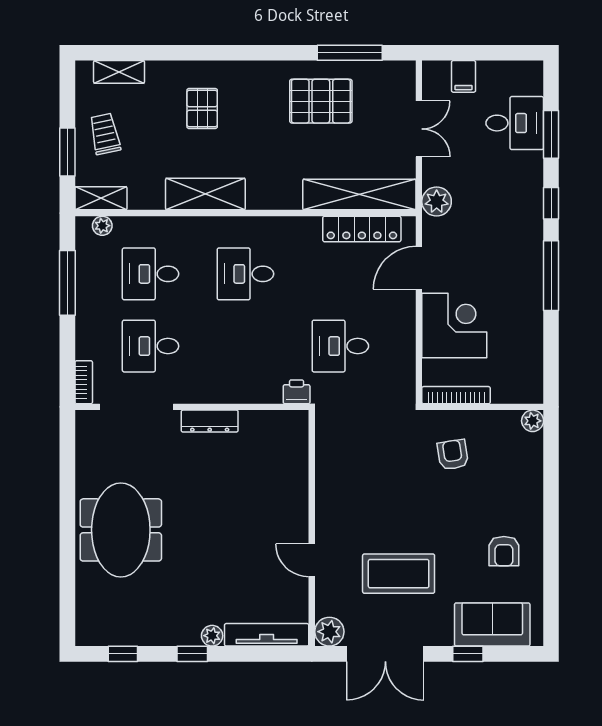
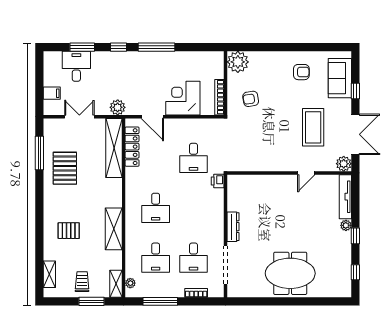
trolley: (105, 134) -> (82, 282), turned 102
bookcase: (84, 382) -> (196, 293), moved
plant: (533, 421) -> (238, 62), width x1.88, depth x1.88

